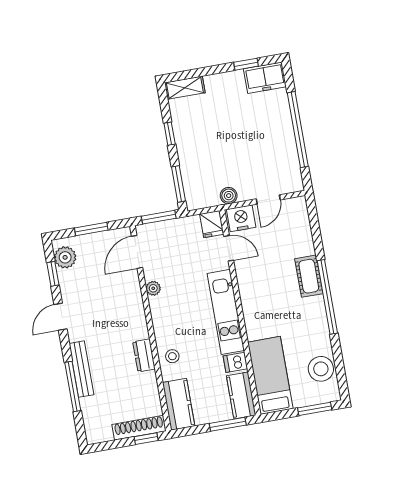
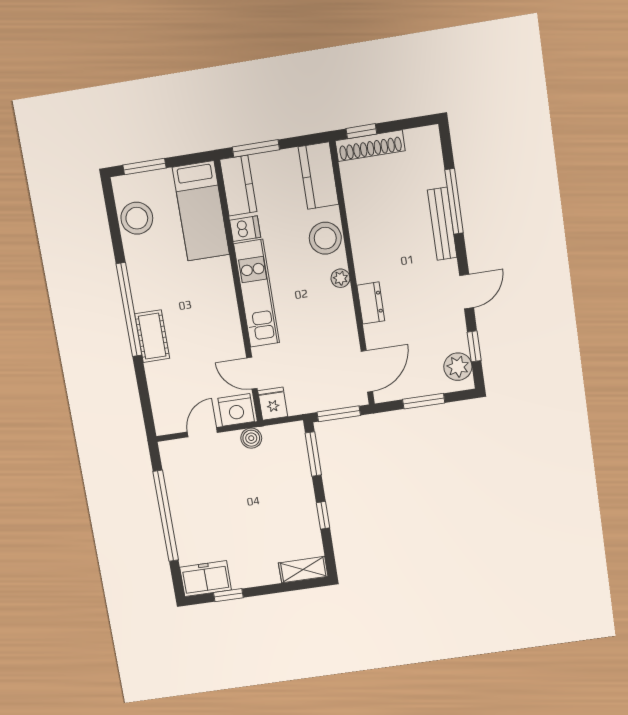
plant: (153, 288) -> (340, 278), moved
dresser: (144, 355) -> (371, 303), moved
stool: (172, 356) -> (325, 238), width x1.89, depth x1.89

